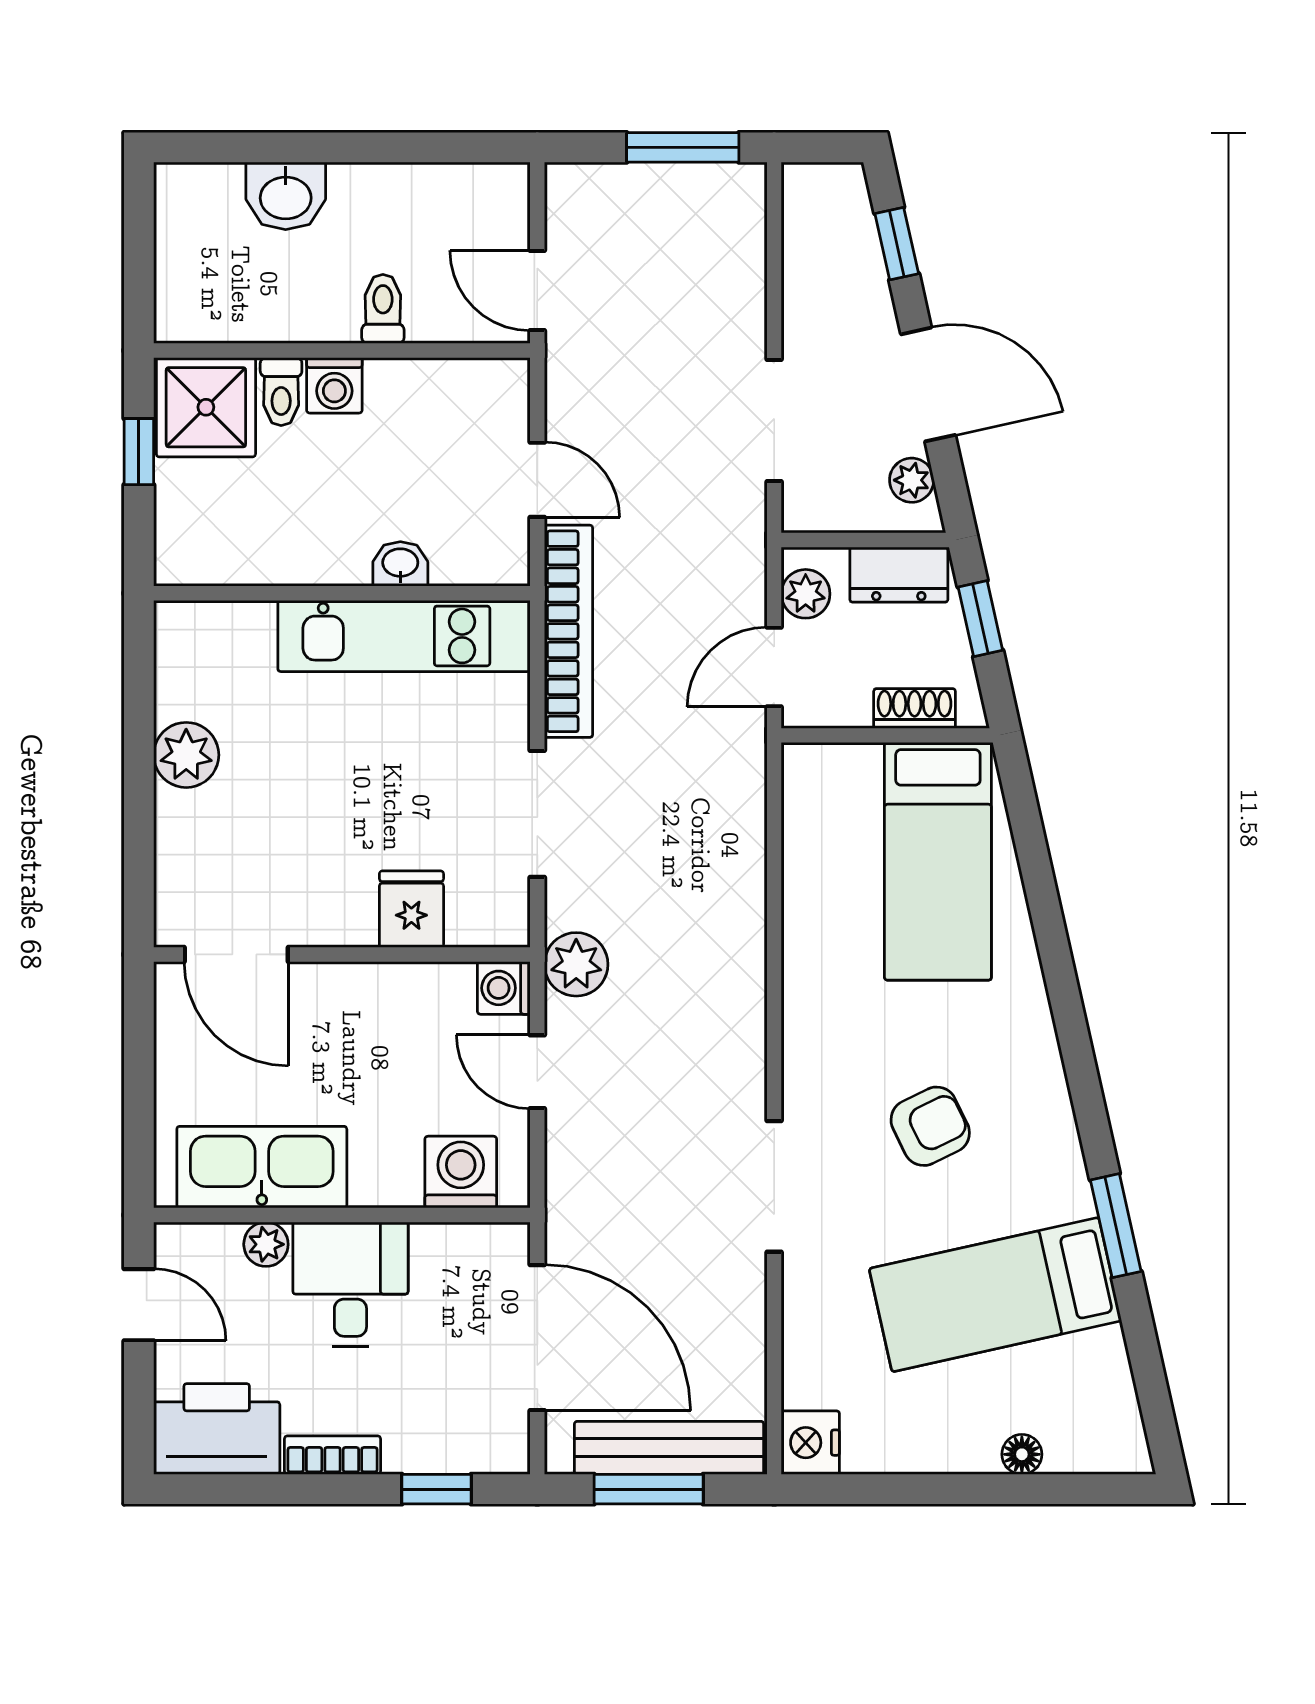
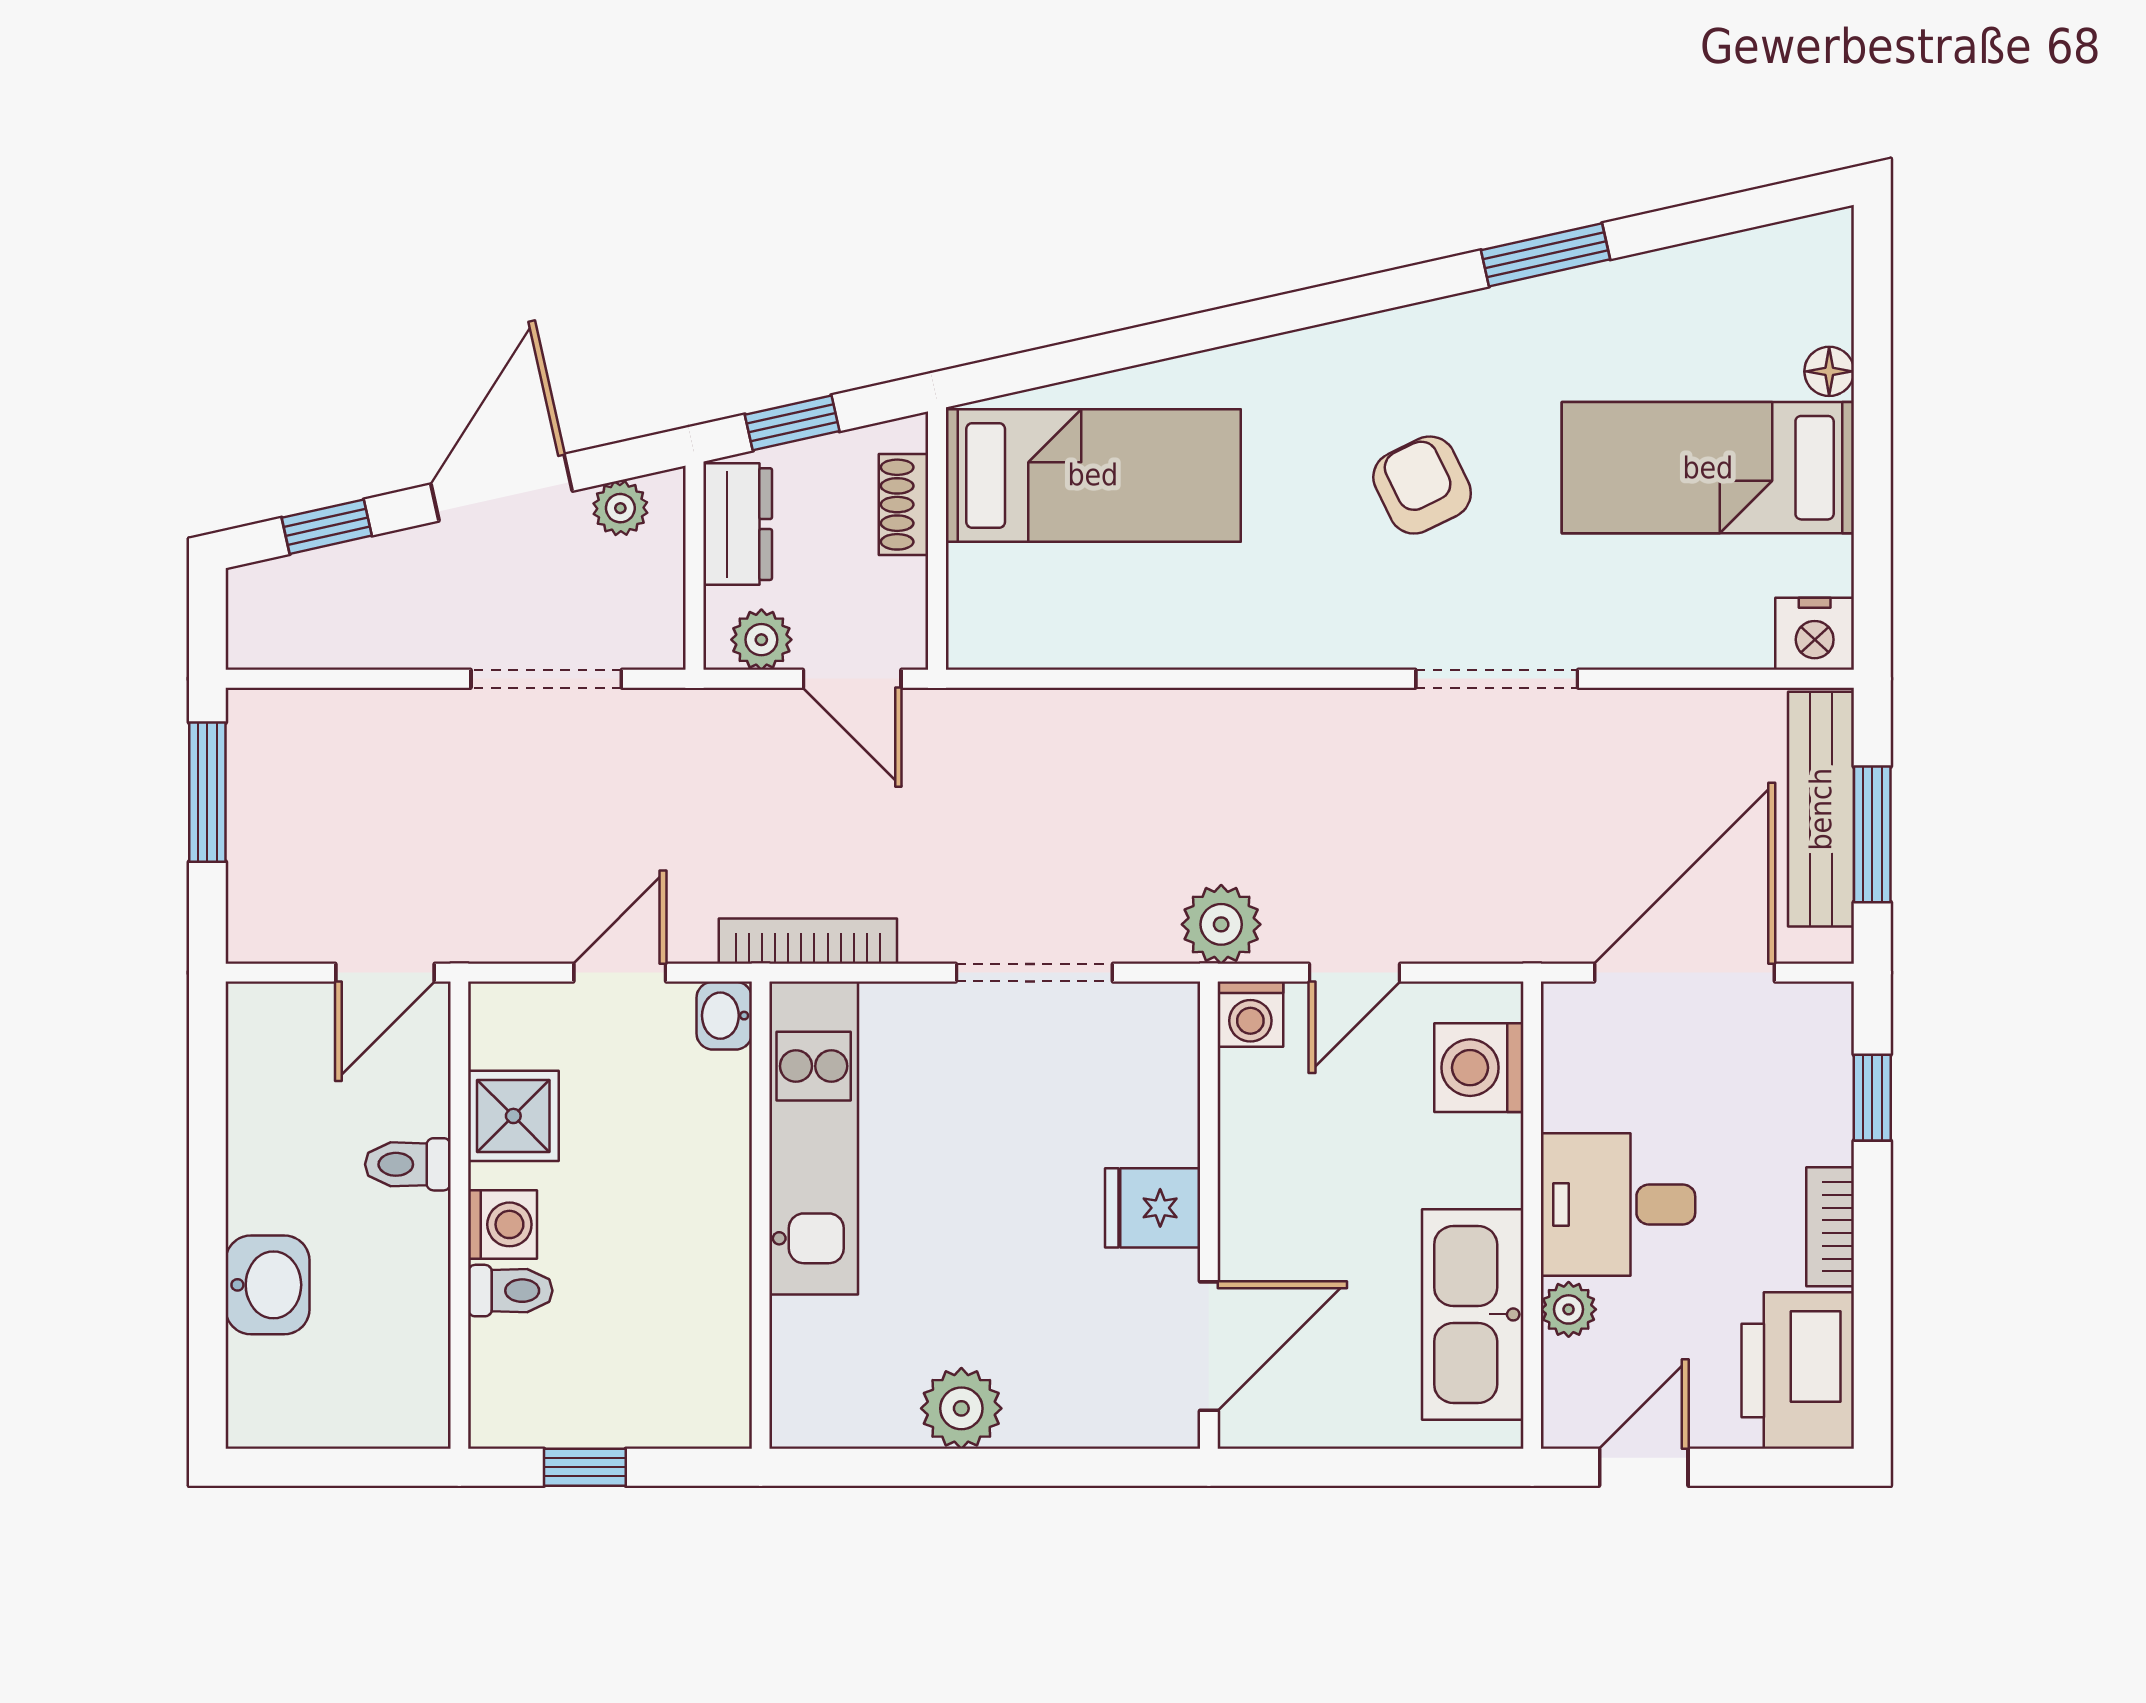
shower: (206, 407) -> (513, 1116), moved, width x0.73, depth x0.73
washbasin: (400, 564) -> (724, 1016), moved
bookcase: (568, 631) -> (808, 941), width x0.68, depth x0.76
fridge: (411, 909) -> (1153, 1208), moved
bed: (995, 1295) -> (1708, 468), moved, turned 103

